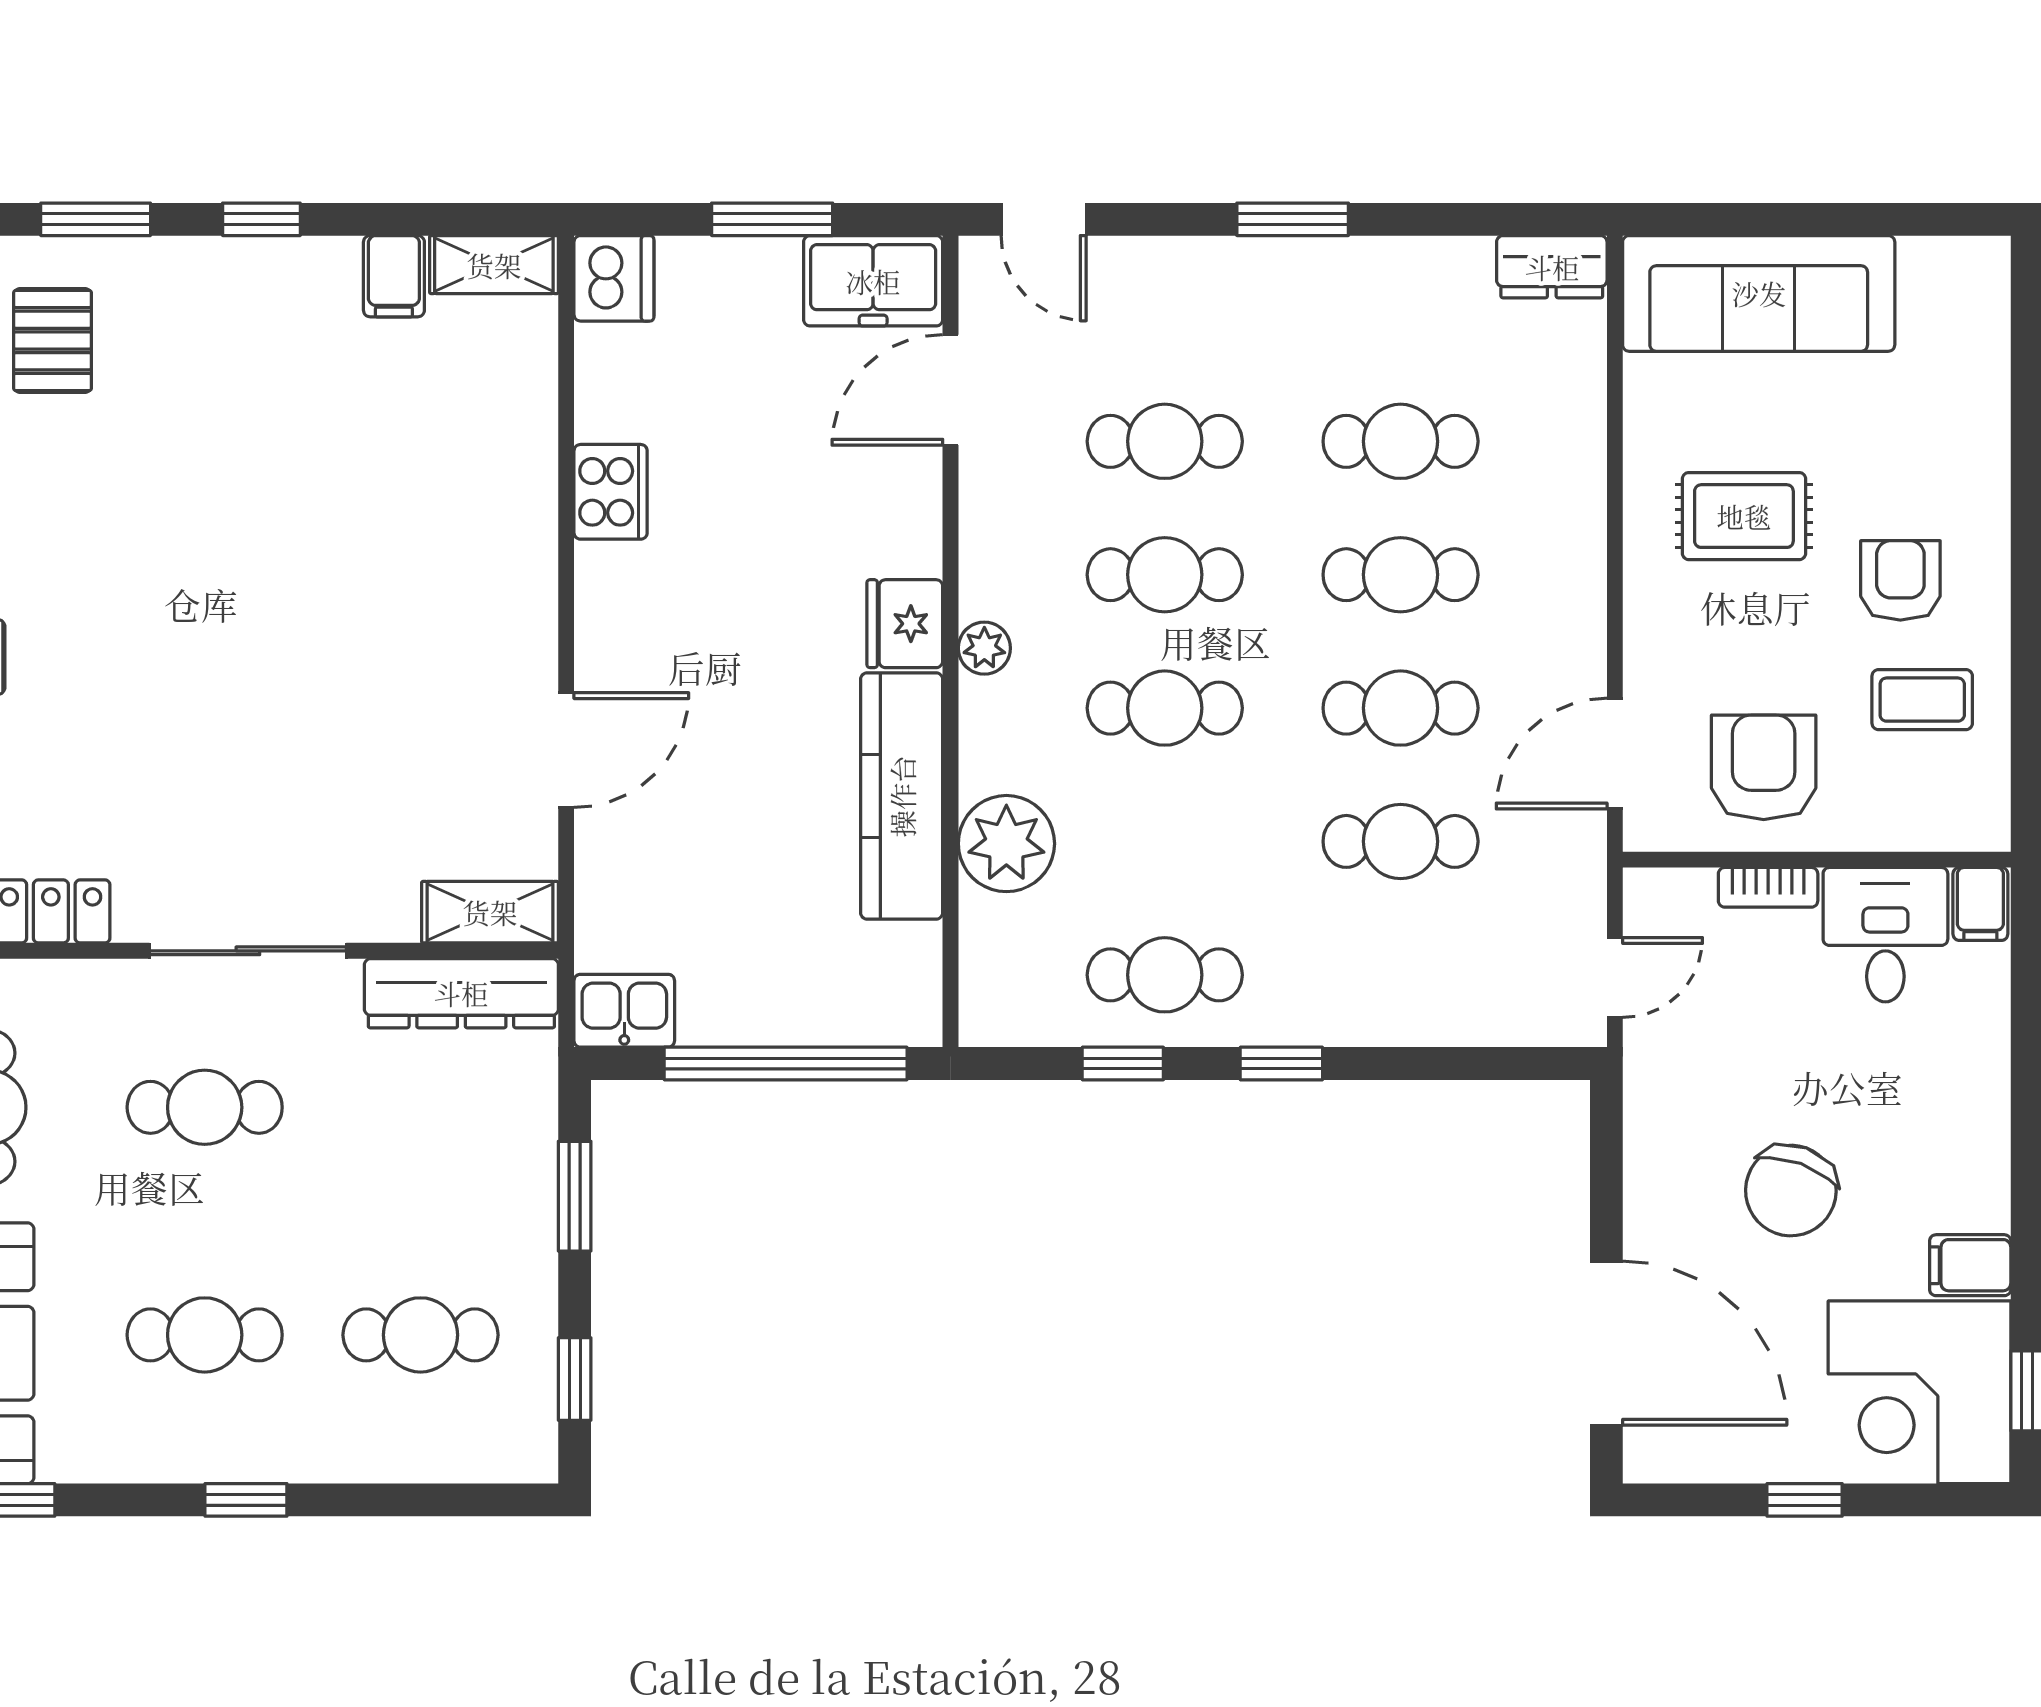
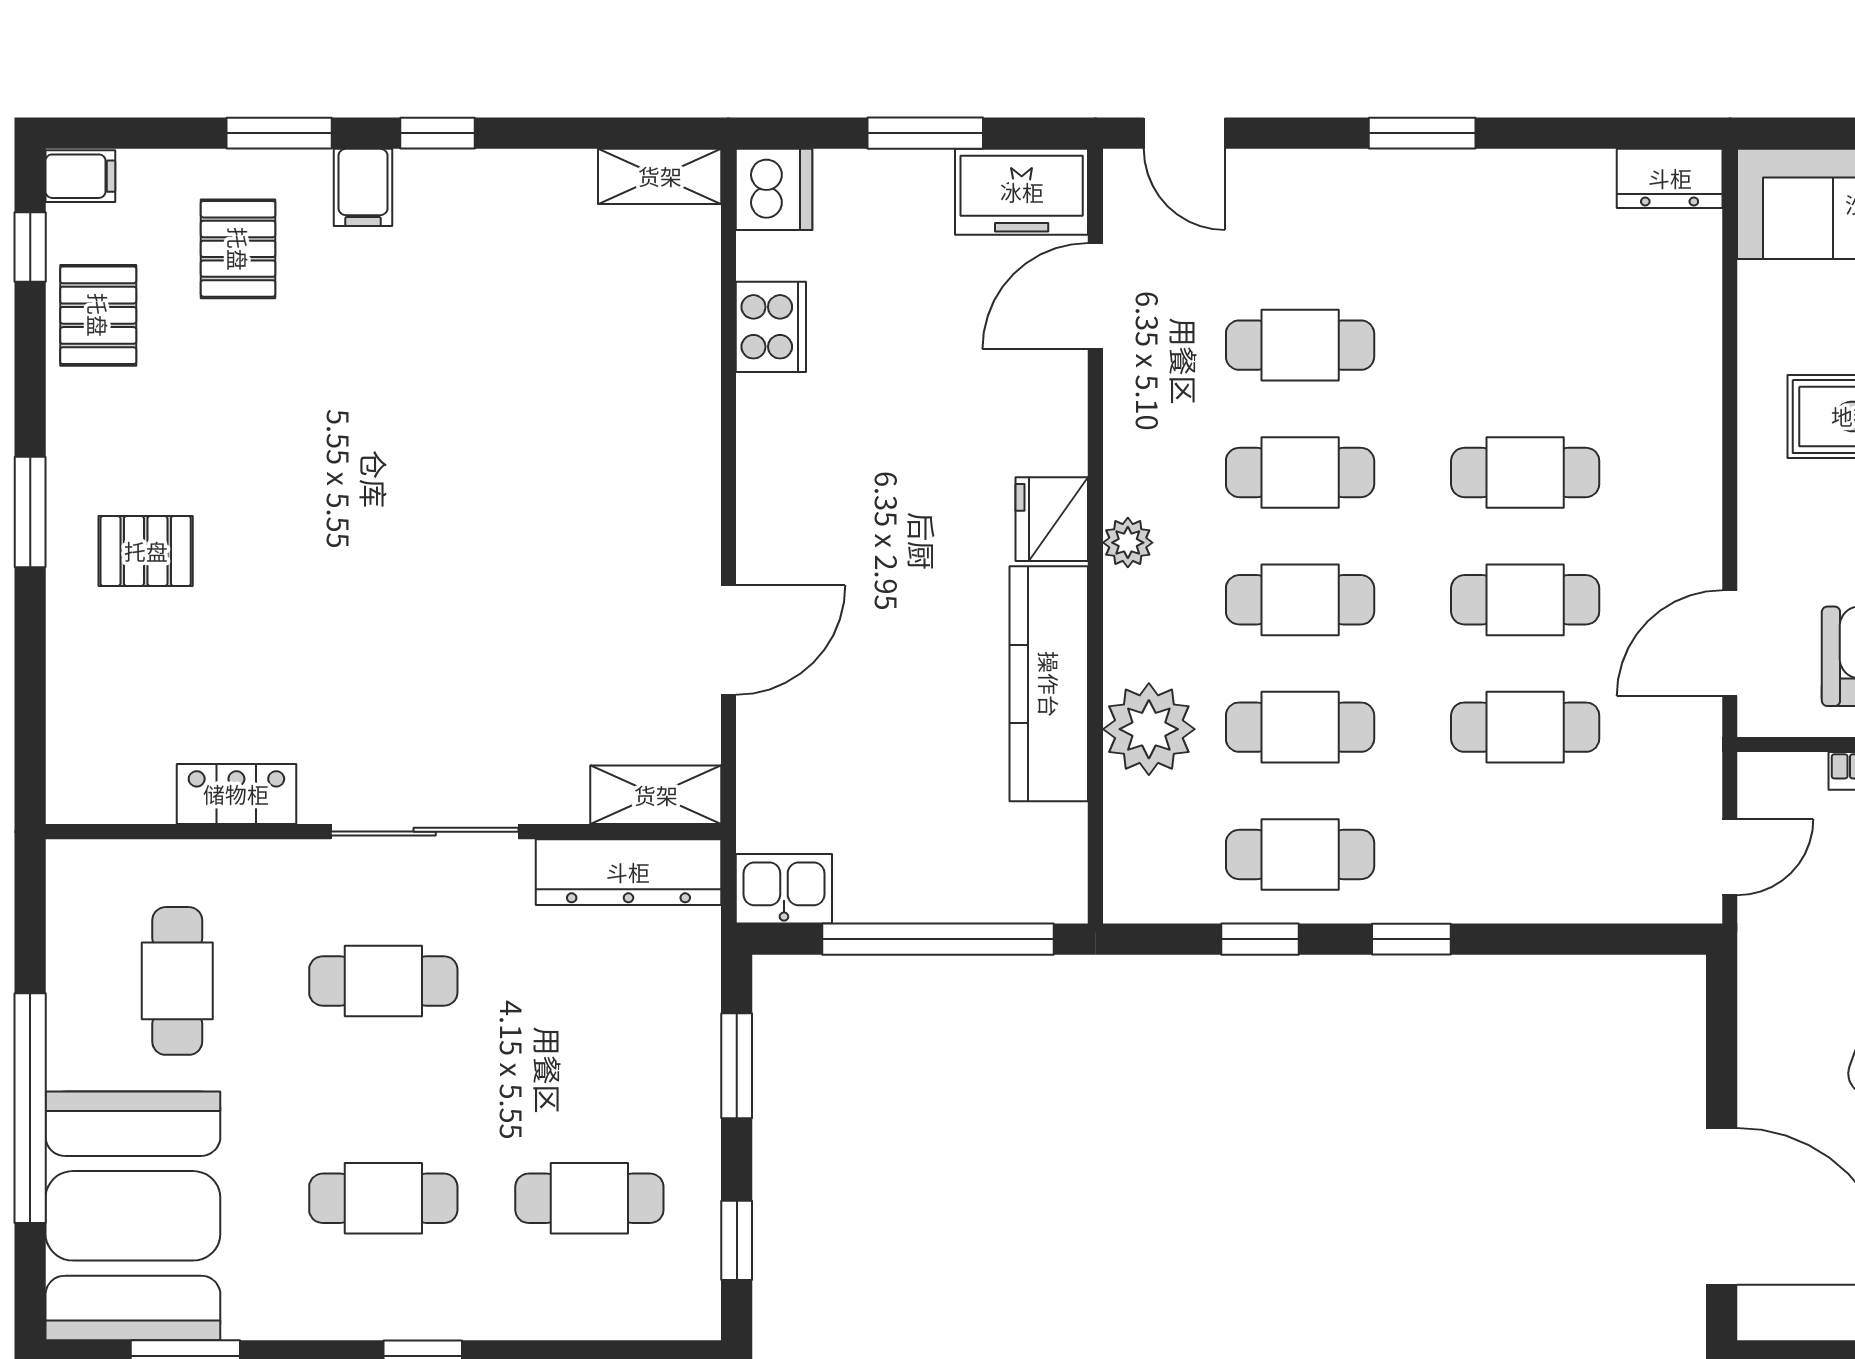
filing cabinet: (394, 276) -> (363, 187), moved
cafe table: (1401, 441) -> (1300, 727), moved
cooker: (611, 492) -> (771, 327), moved

